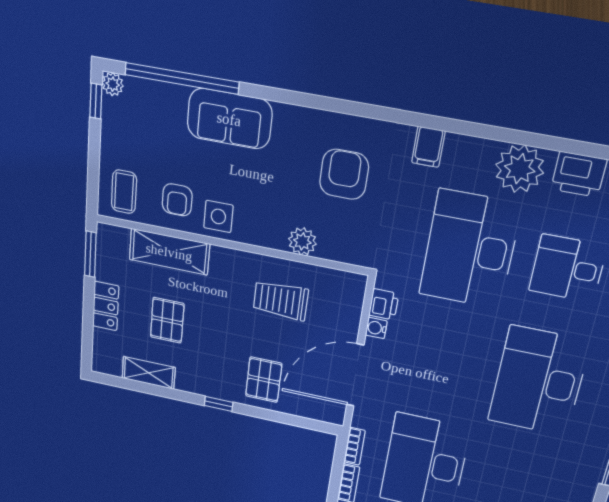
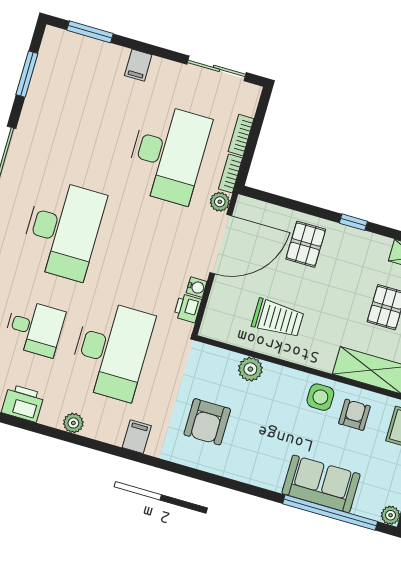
sofa: (229, 119) -> (321, 484), moved
plant: (520, 169) -> (73, 423), width x0.53, depth x0.53
plant: (362, 418) -> (220, 202), added

